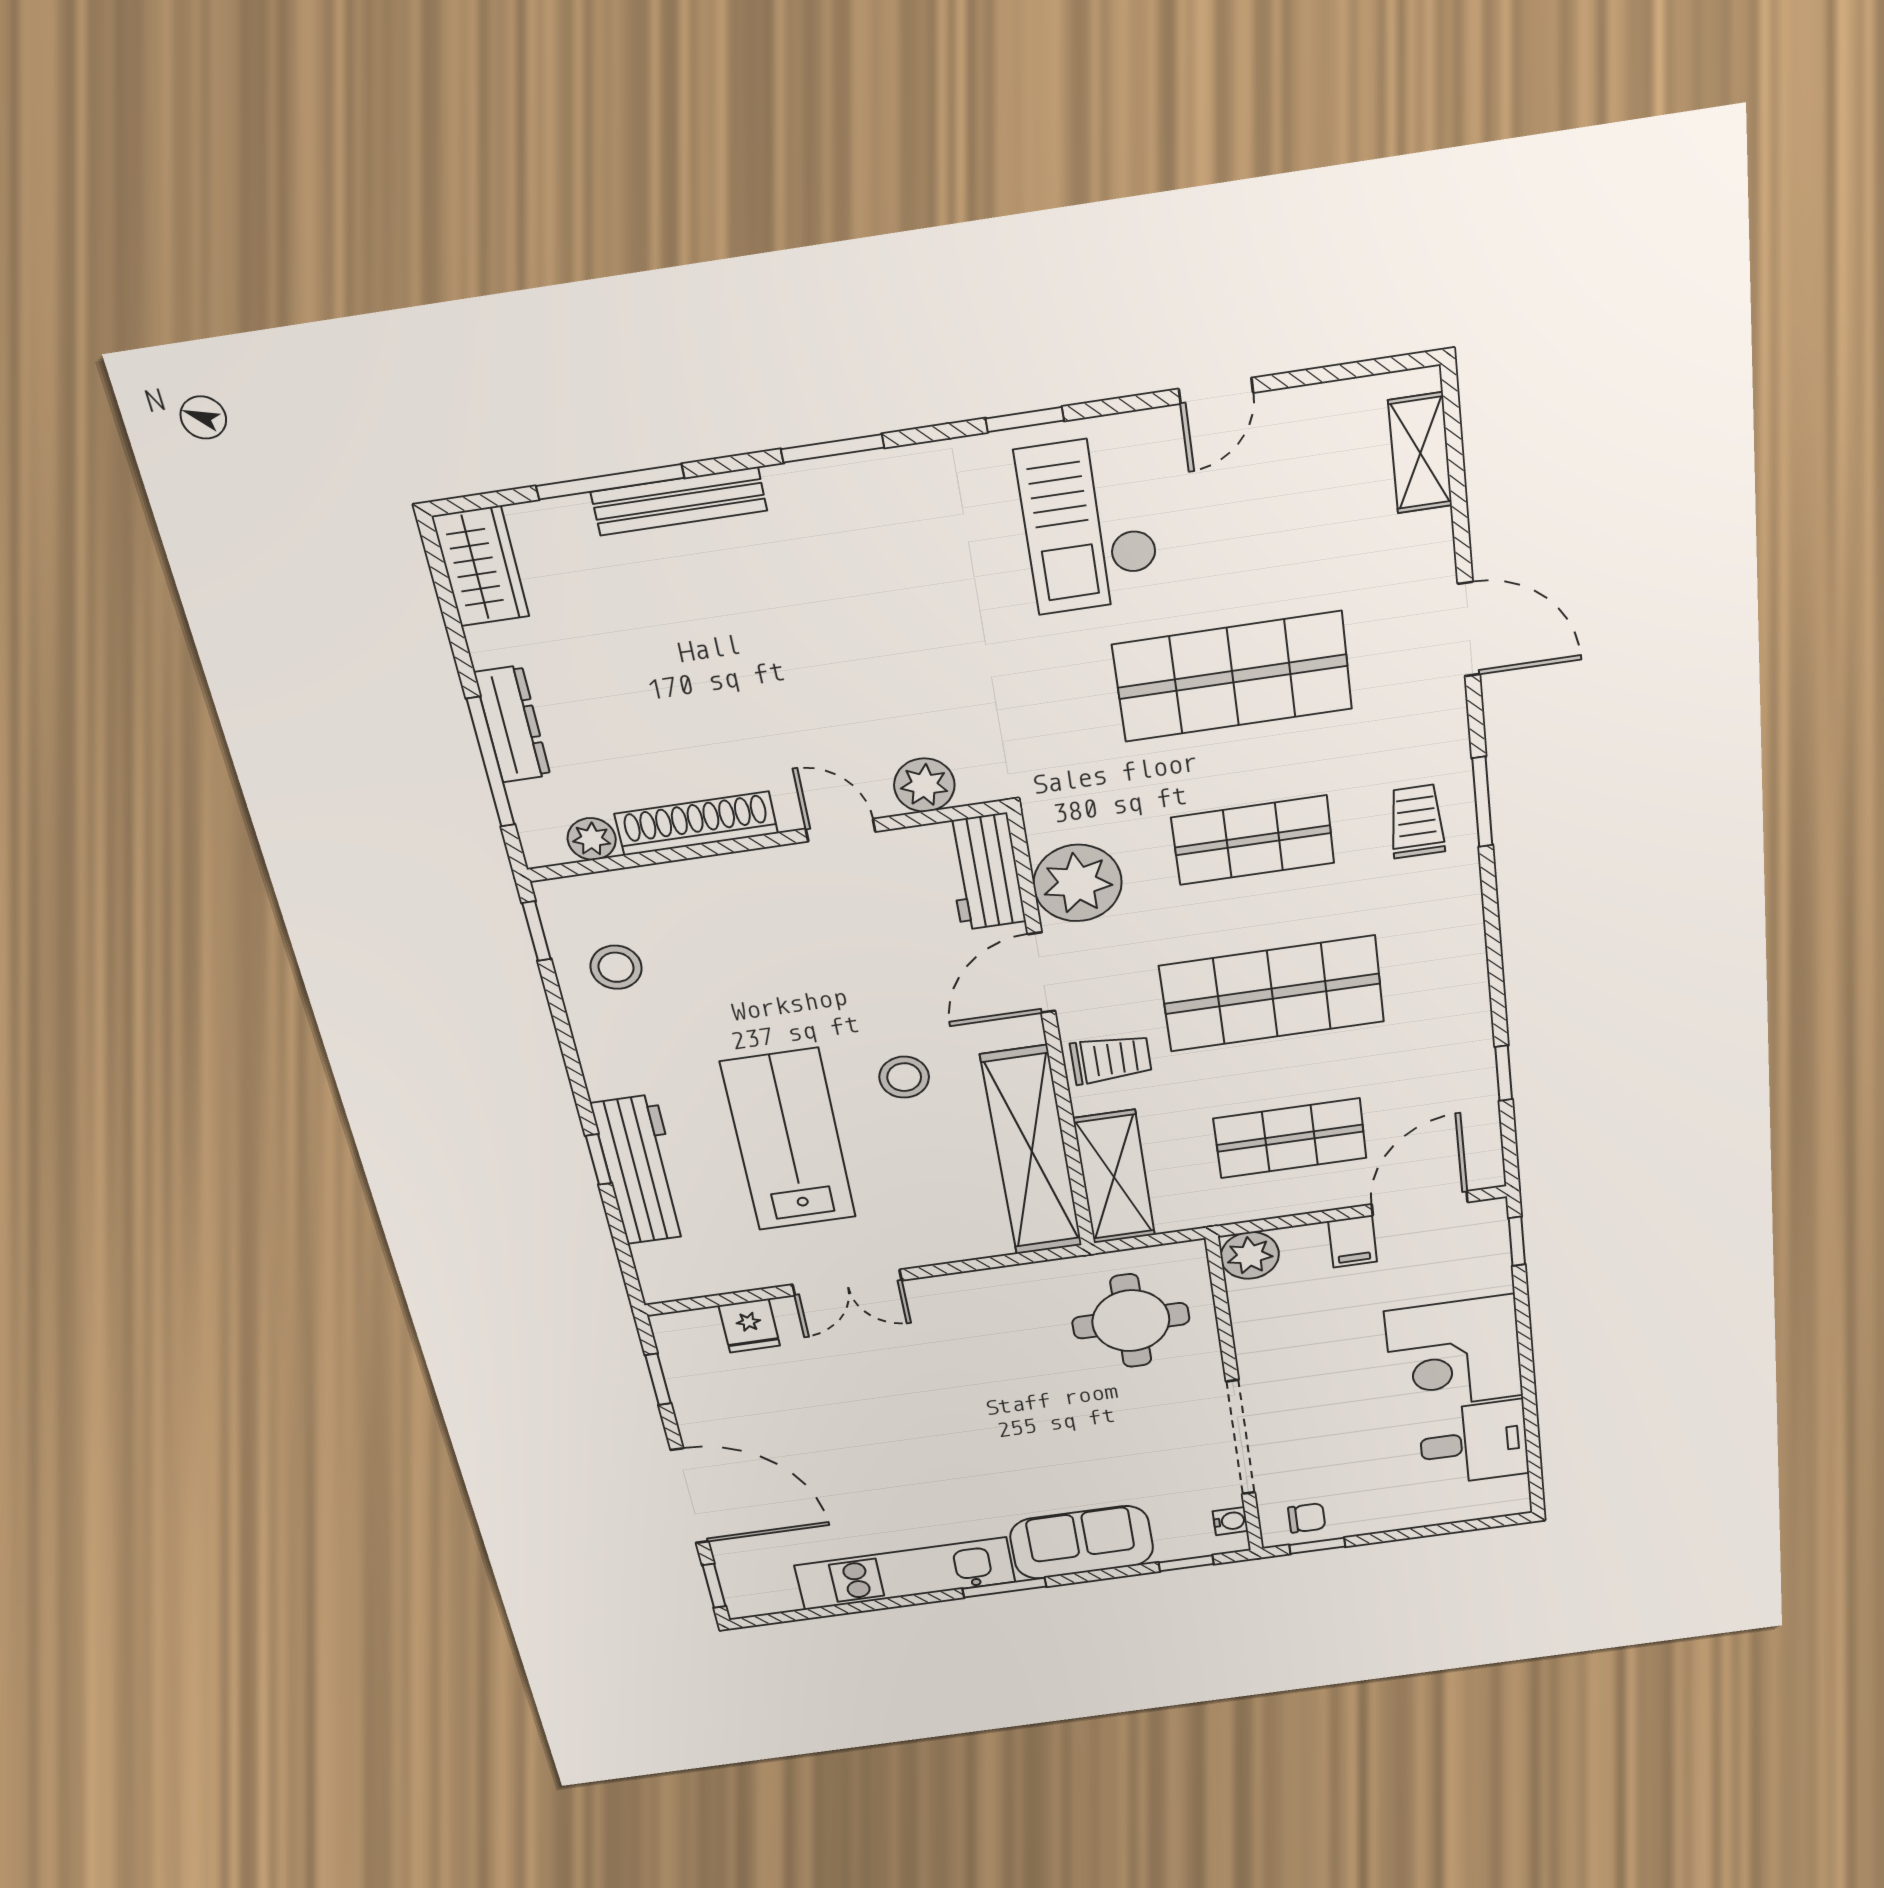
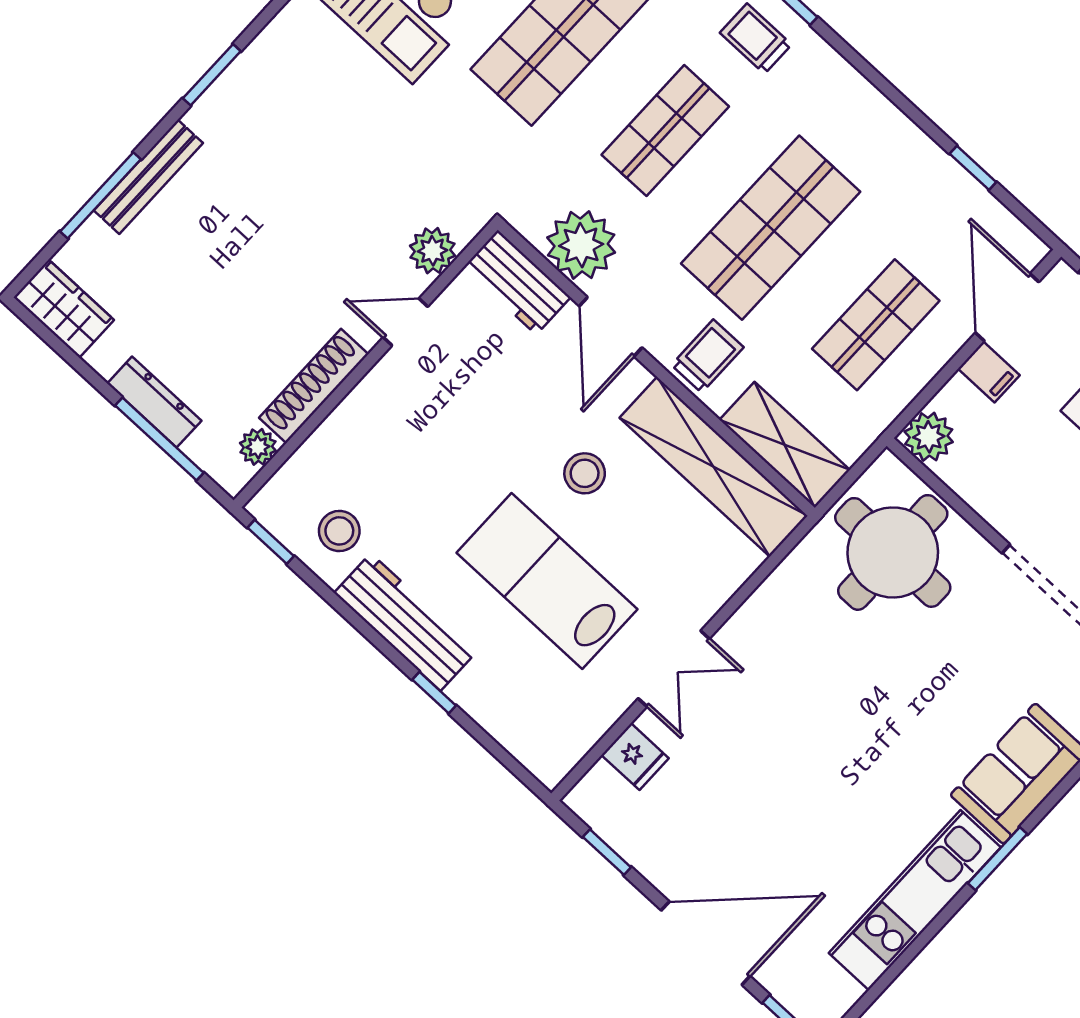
workbench: (641, 1170) -> (406, 622), moved
round table: (1131, 1321) -> (893, 552), width x1.36, depth x1.36

